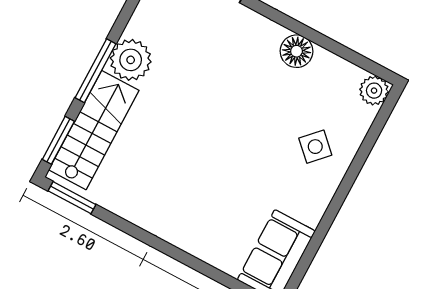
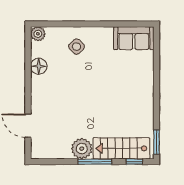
floor lamp: (297, 51) -> (39, 66), moved
window: (58, 140) -> (134, 162), width x0.67

